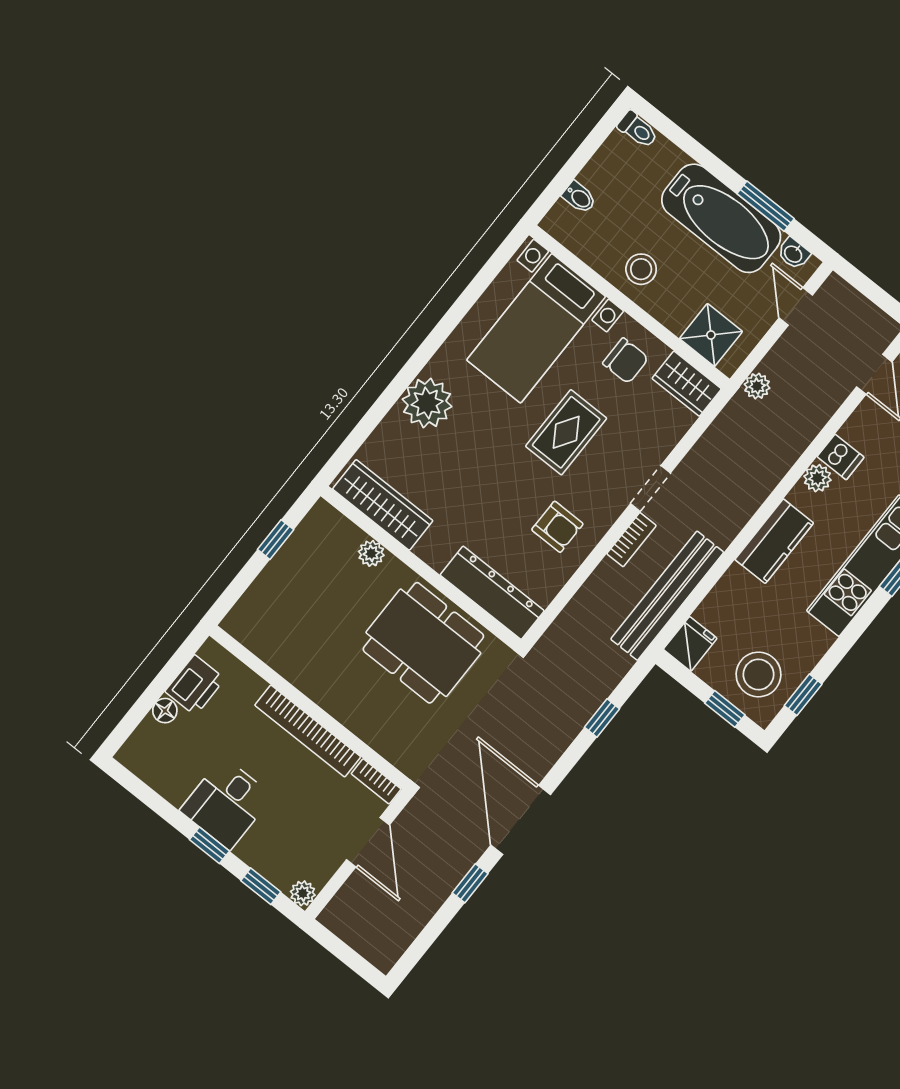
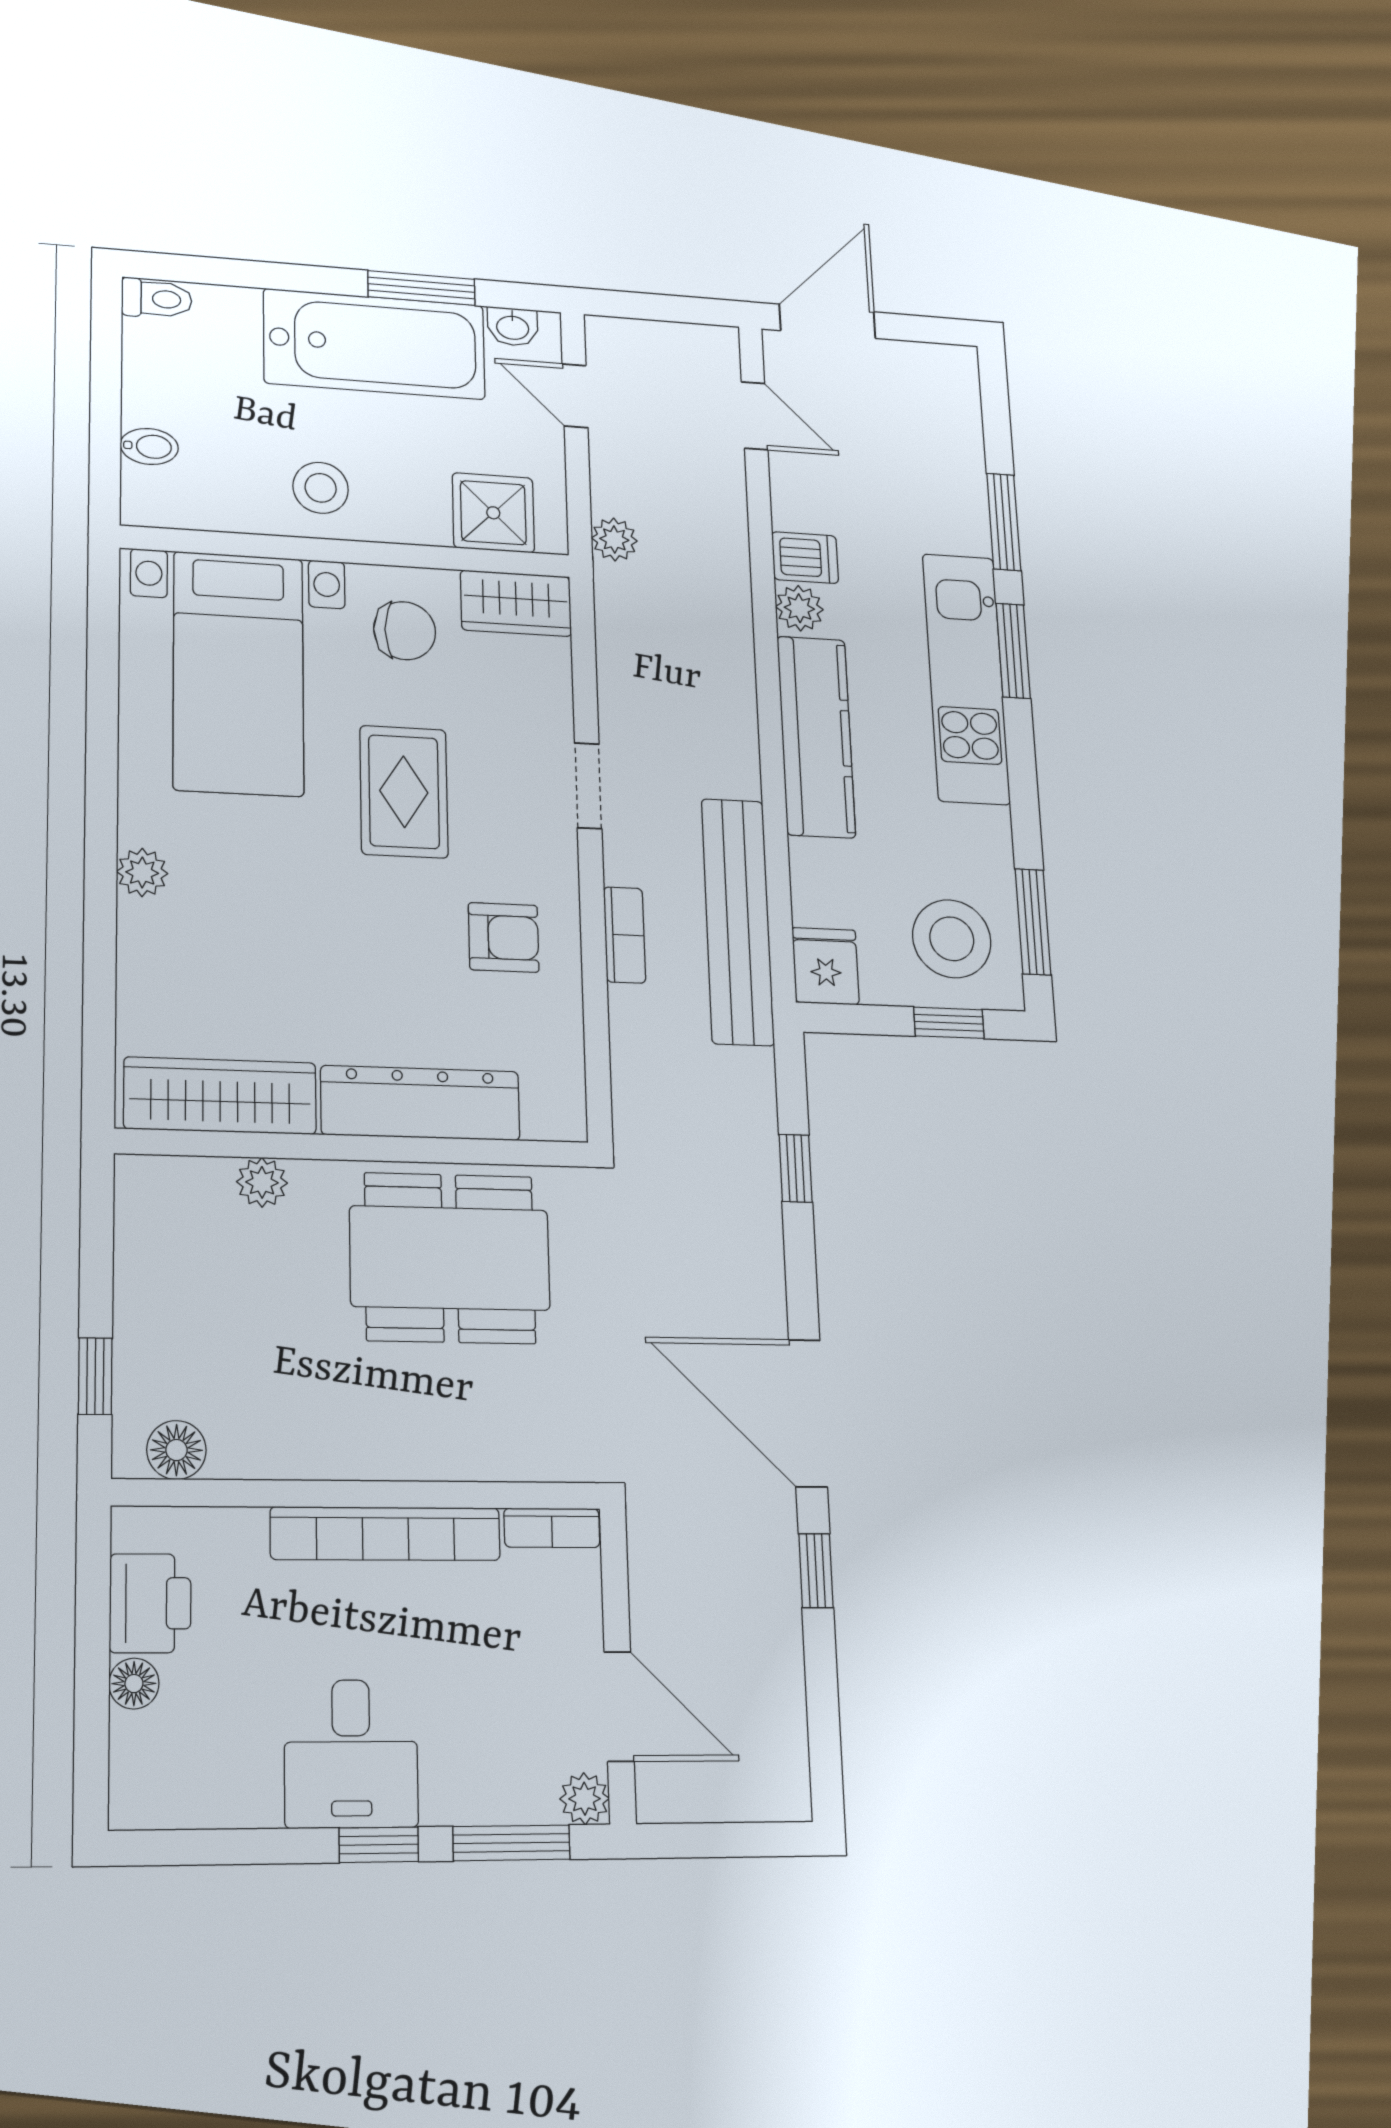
plant: (427, 403) -> (142, 873), width x0.53, depth x0.53
window: (276, 540) -> (95, 1376), moved
bookcase: (631, 540) -> (625, 935), moved
kitchen counter: (774, 541) -> (816, 737), width x1.50
dresser: (492, 593) -> (420, 1103), moved
floor lamp: (252, 634) -> (176, 1450), added
window: (803, 695) -> (1033, 922), width x1.50
door: (368, 842) -> (619, 1707), moved
window: (261, 886) -> (511, 1843), width x1.50

